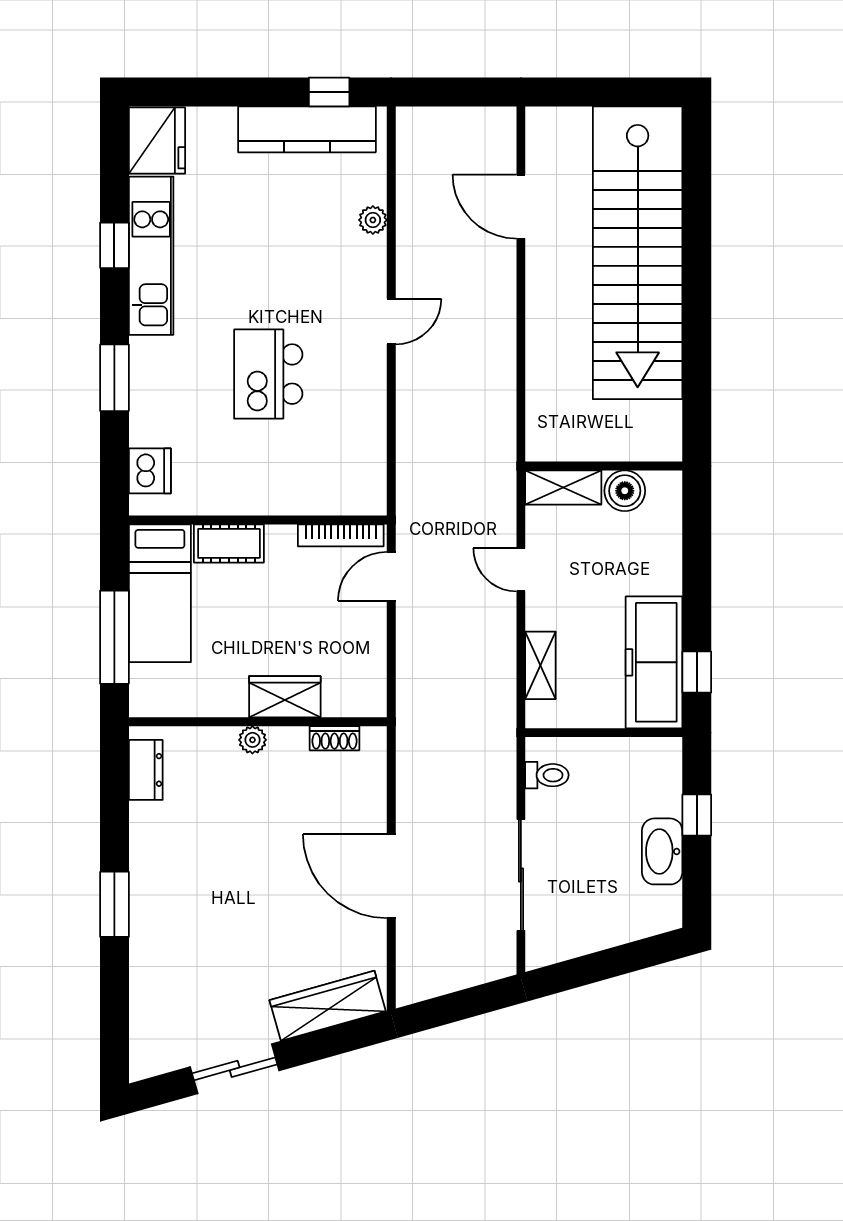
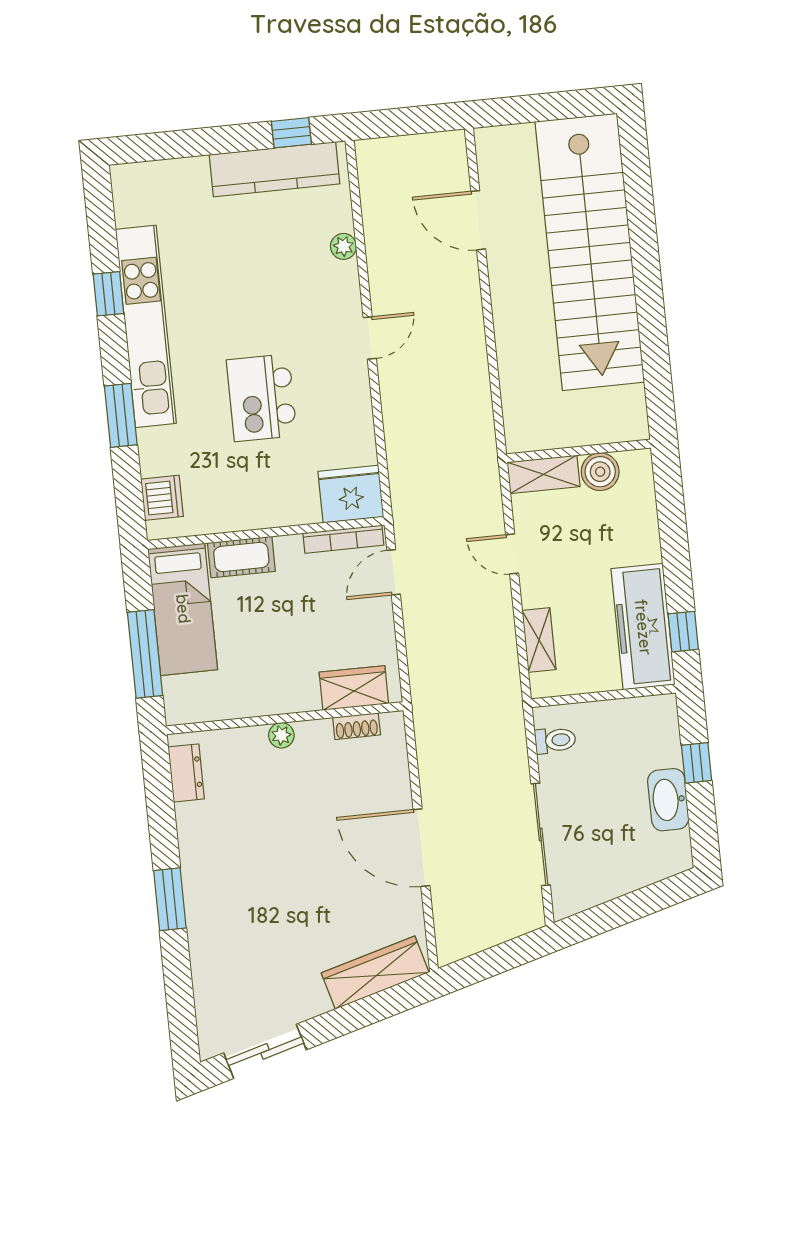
fridge: (157, 141) -> (351, 494), moved, turned -90
kitchen unit: (151, 256) -> (146, 326), width x1.36
wardrobe: (285, 697) -> (354, 688), moved
sliding door: (235, 1069) -> (265, 1051), moved

